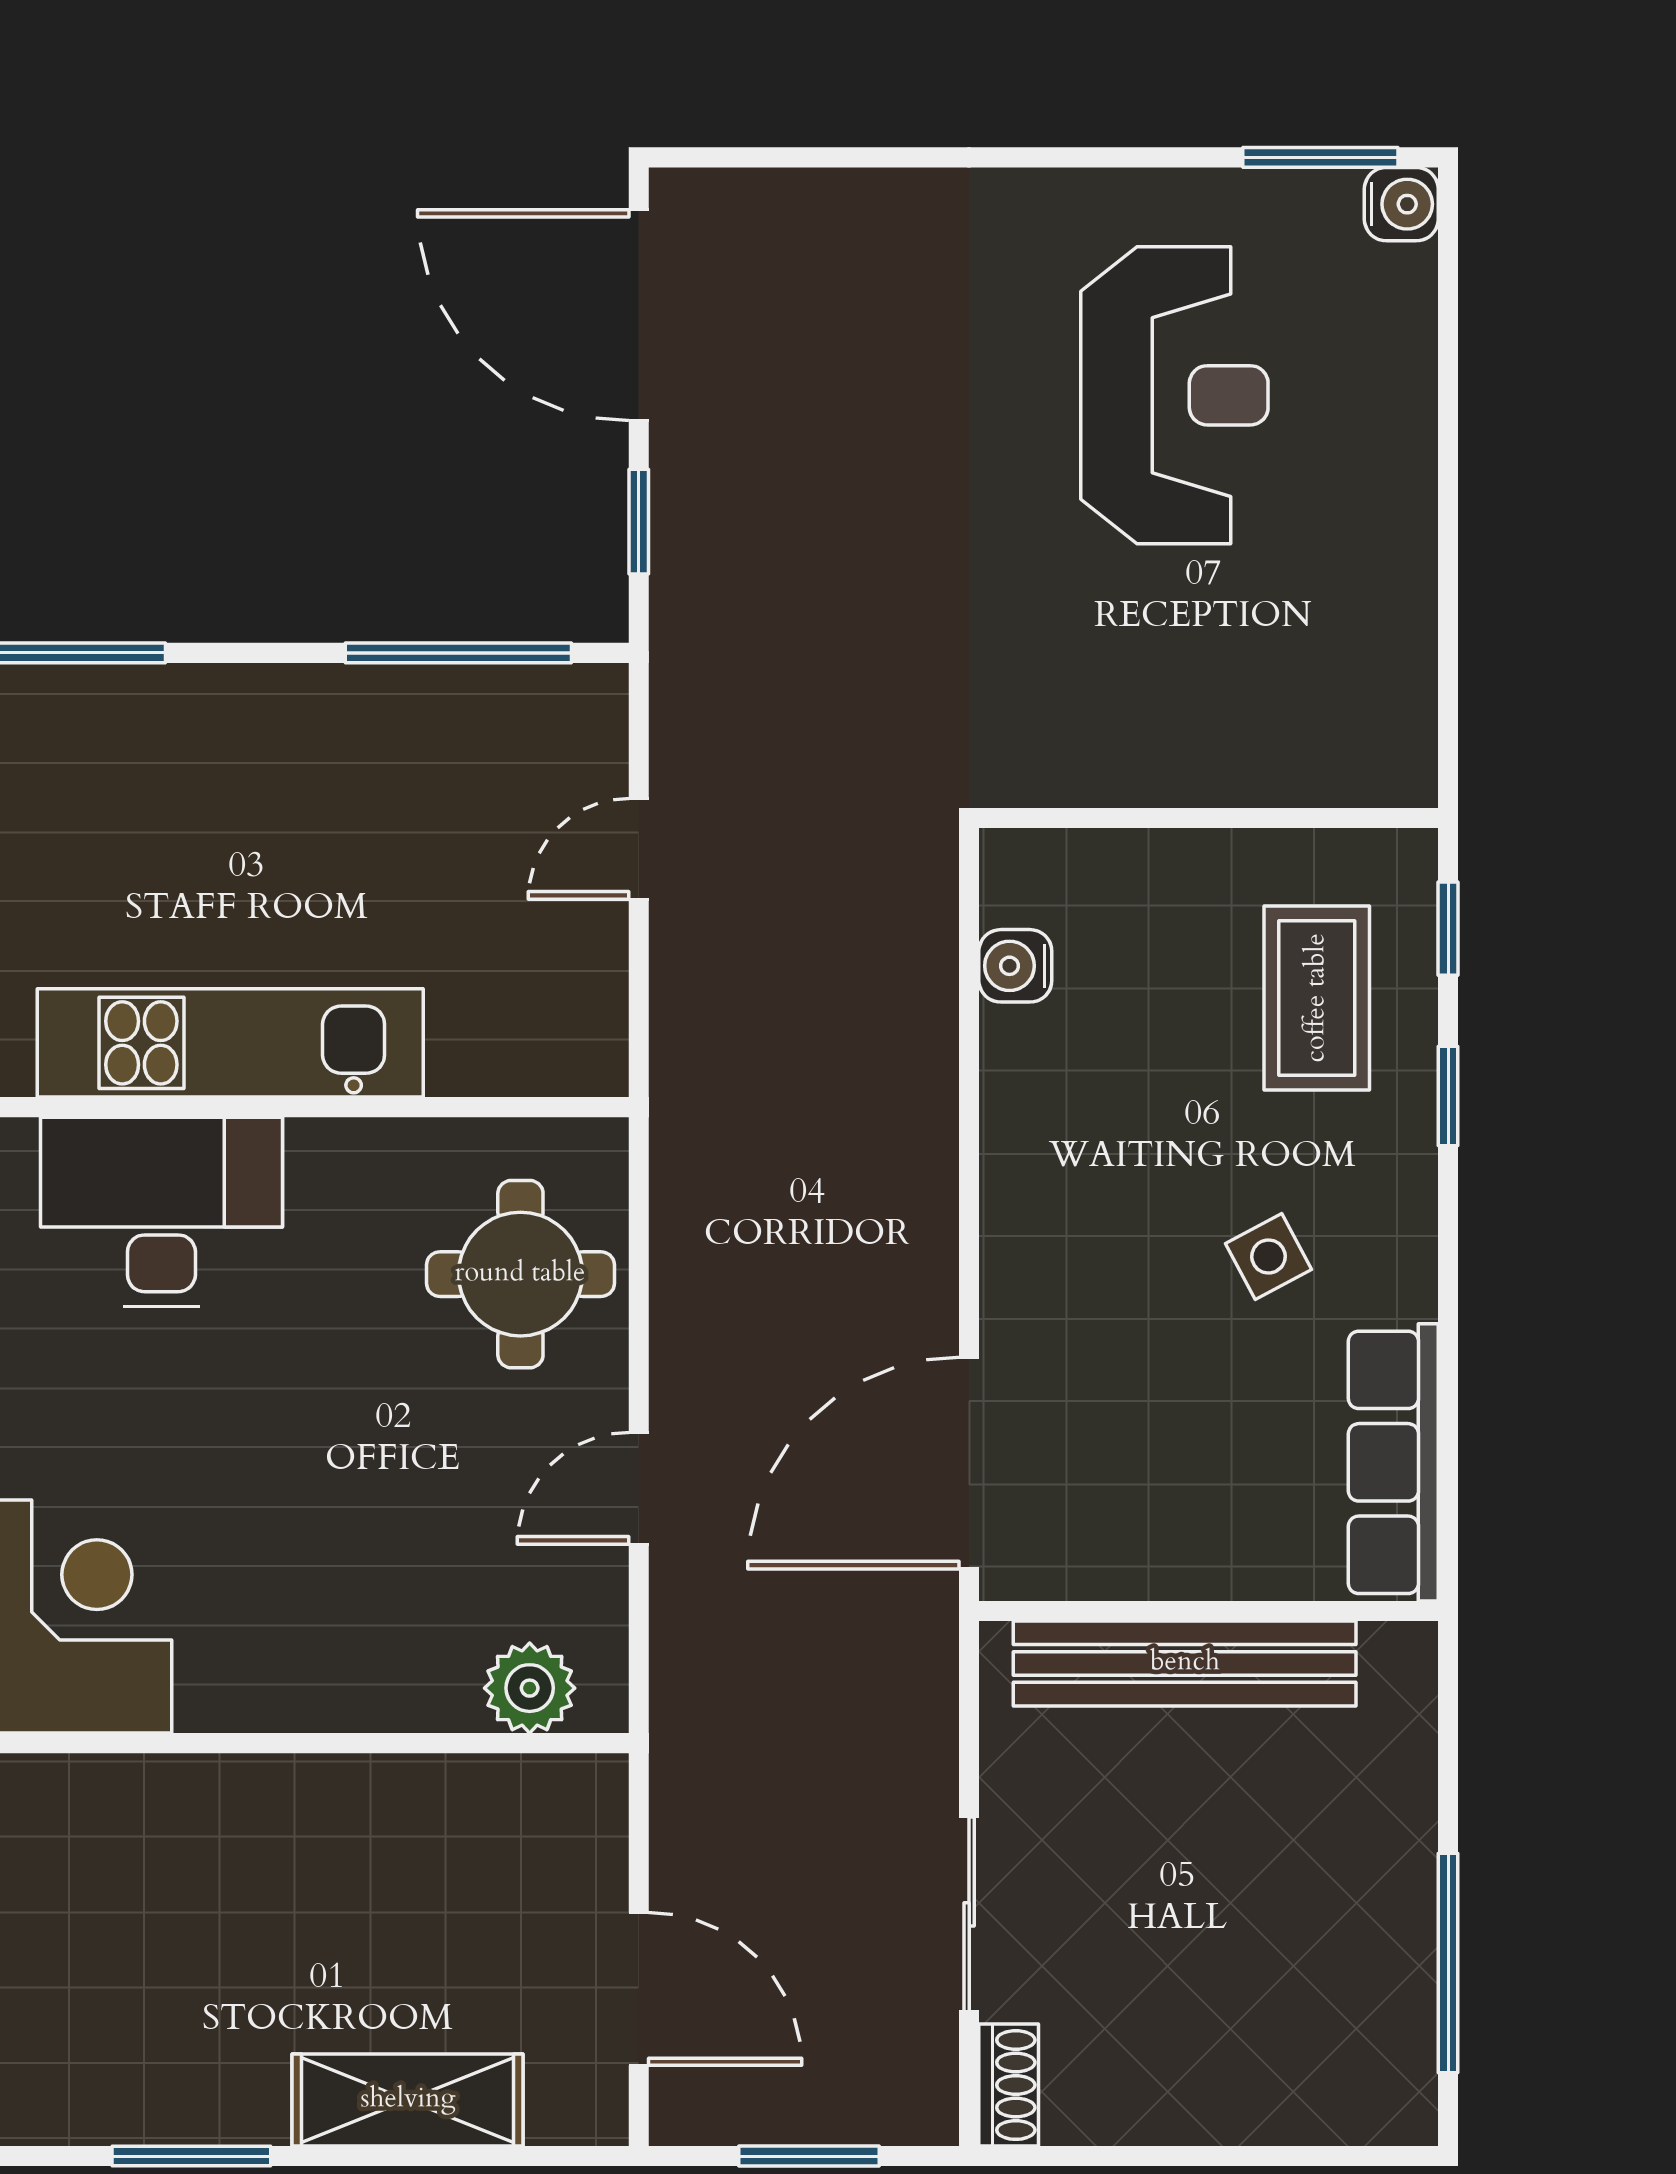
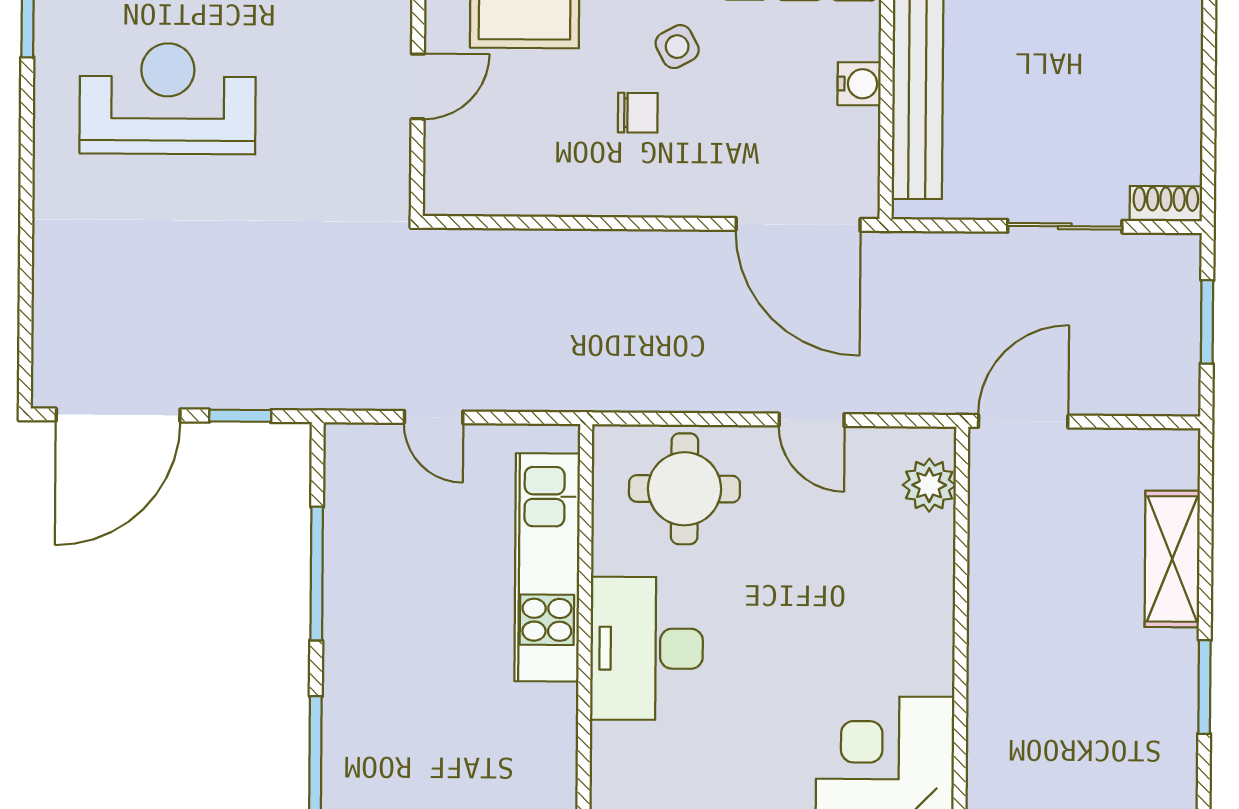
window: (458, 653) -> (317, 574), moved
door: (1198, 818) -> (418, 86), added
water cooler: (1015, 966) -> (859, 84), moved, turned -90
kitchen unit: (230, 1043) -> (547, 567), moved
chair: (1156, 1191) -> (638, 113), added
desk: (161, 1212) -> (647, 648), moved
door: (639, 1989) -> (1023, 421), moved

